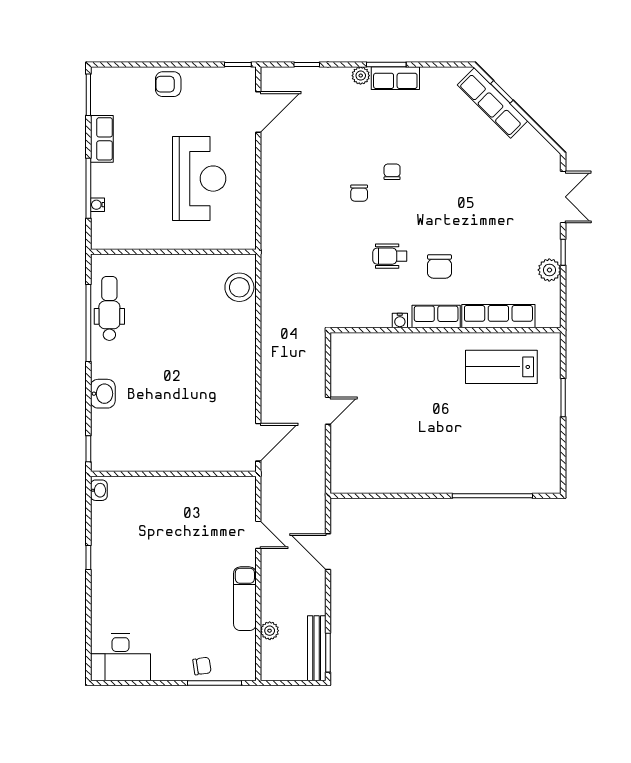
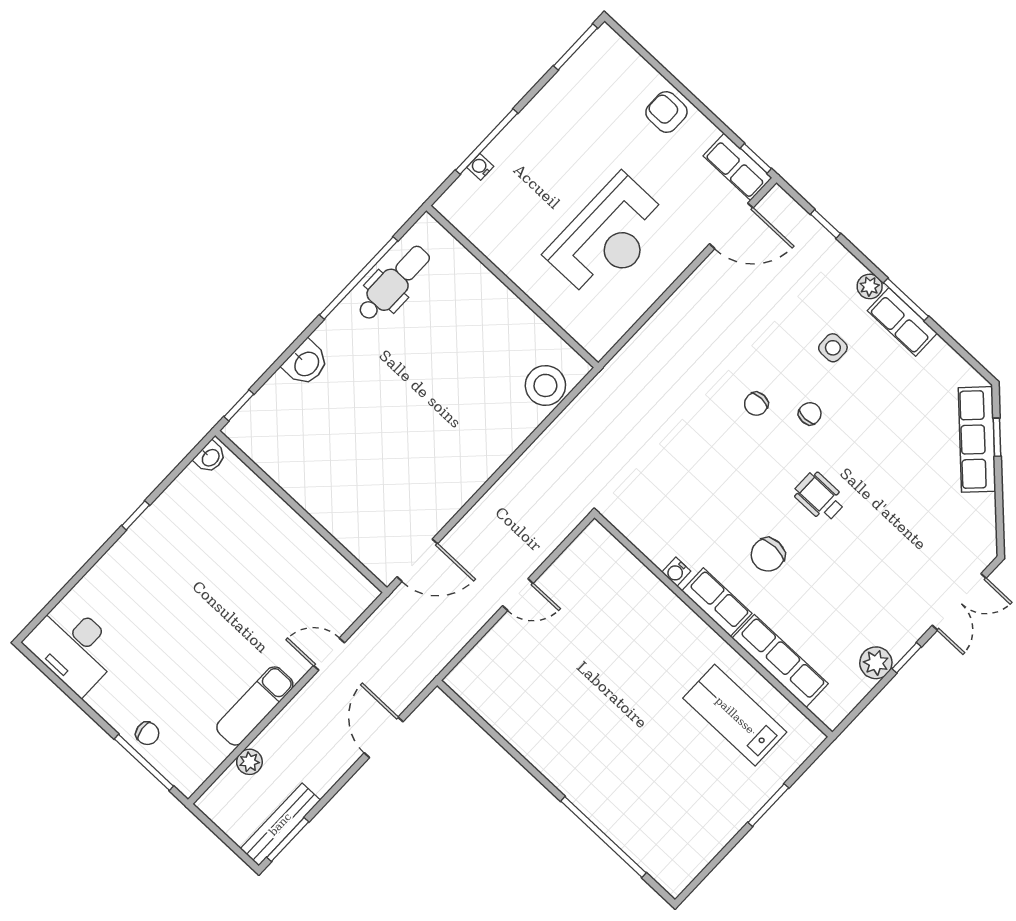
side table: (372, 126) -> (833, 348), added
row of seats: (102, 139) -> (737, 167), moved, turned 90
wheelchair: (390, 256) -> (820, 497), moved
door: (258, 535) -> (329, 654), swing flipped

